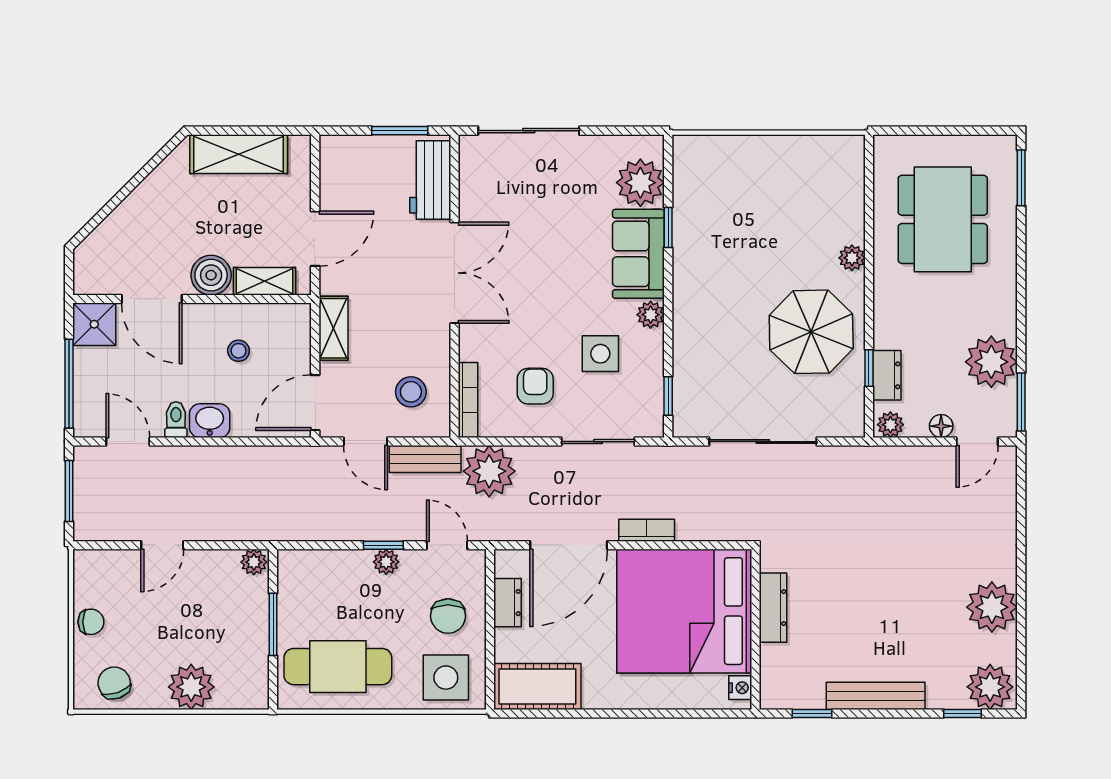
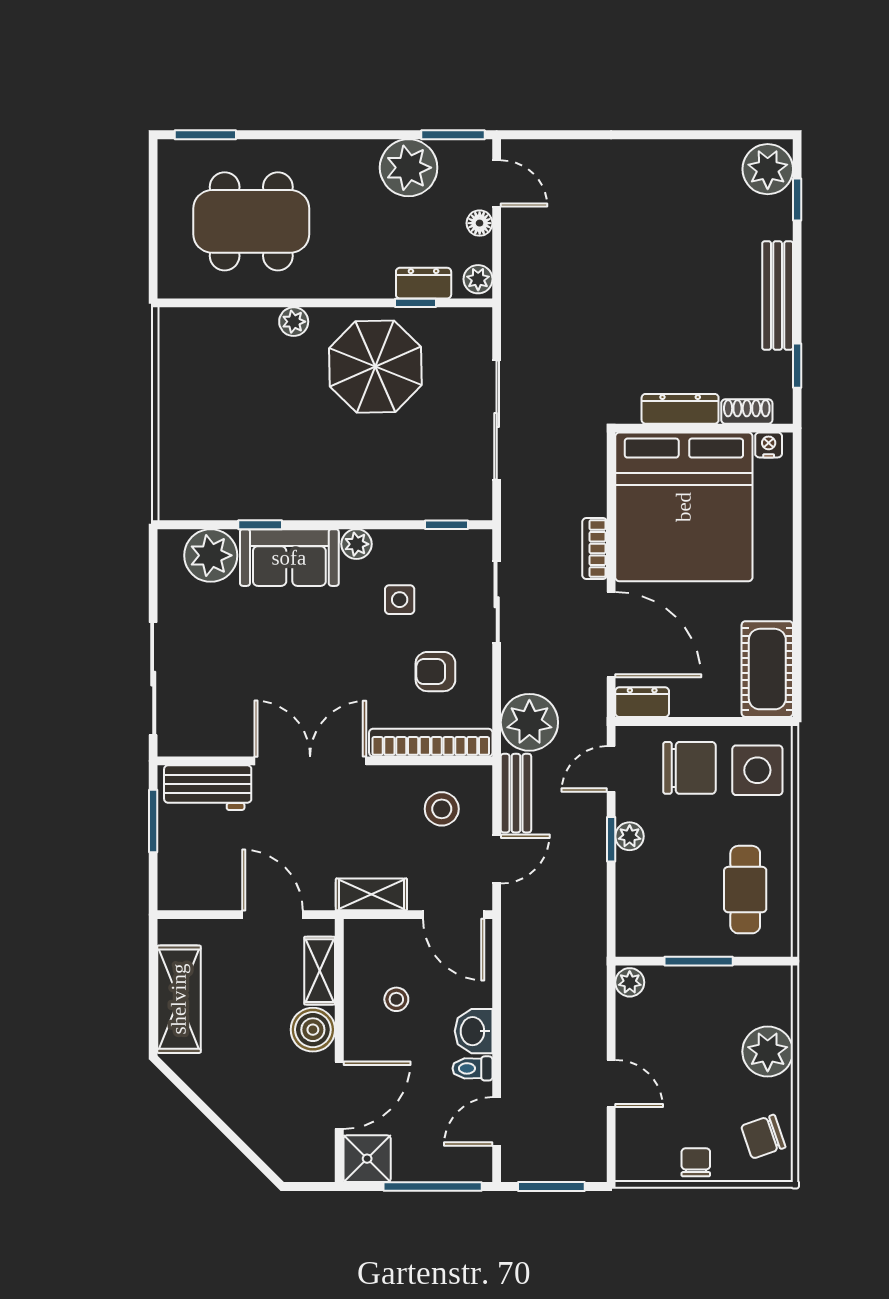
side table: (600, 354) -> (400, 600), width x0.73, depth x0.73
bookcase: (468, 400) -> (431, 743), width x1.48, depth x1.31
dresser: (508, 603) -> (642, 702), moved
plant: (992, 607) -> (679, 167), removed
chair: (448, 616) -> (689, 768), width x1.37, depth x1.37
cafe table: (338, 667) -> (745, 890), width x0.73, depth x0.74
shoe rack: (771, 668) -> (747, 411), added

